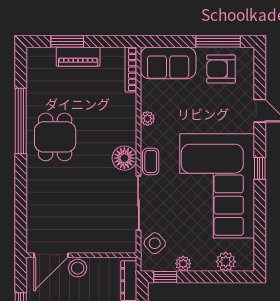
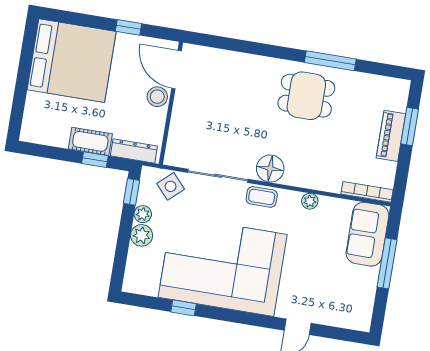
window: (218, 41) -> (387, 263), moved
armchair: (221, 69) -> (351, 292), removed
window: (21, 121) -> (330, 61), width x0.68
window: (260, 168) -> (184, 308), moved
plant: (226, 262) -> (142, 235), moved

